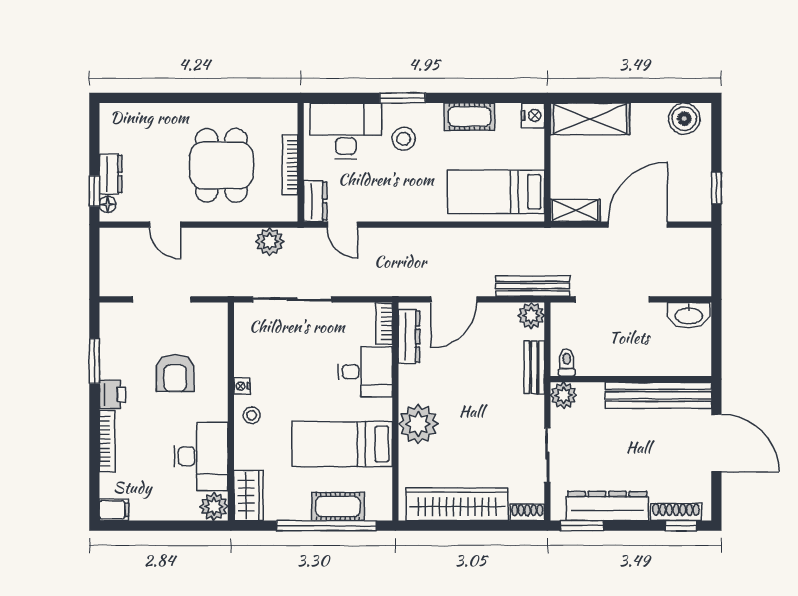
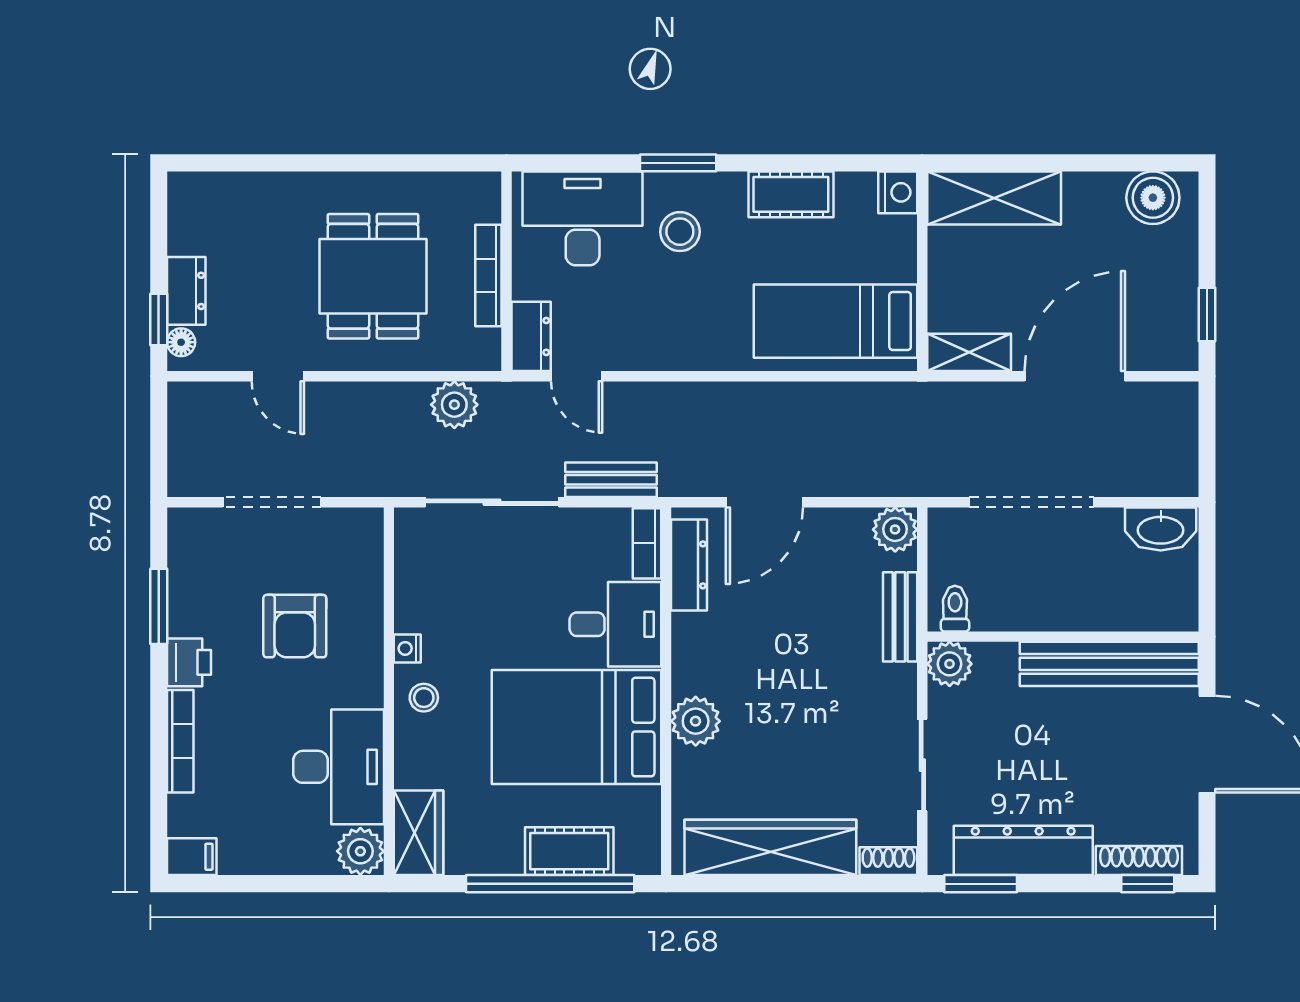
bench: (533, 286) -> (611, 480), moved, width x0.73
plant: (418, 424) -> (696, 721), width x0.73, depth x0.73
bed: (342, 444) -> (576, 727), width x1.50

